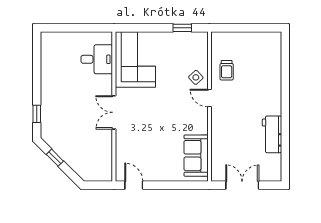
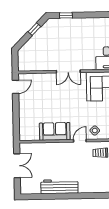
double door: (114, 112) -> (68, 71), swing flipped
workbench: (272, 134) -> (59, 187), width x1.38
sofa: (196, 156) -> (55, 131), moved

